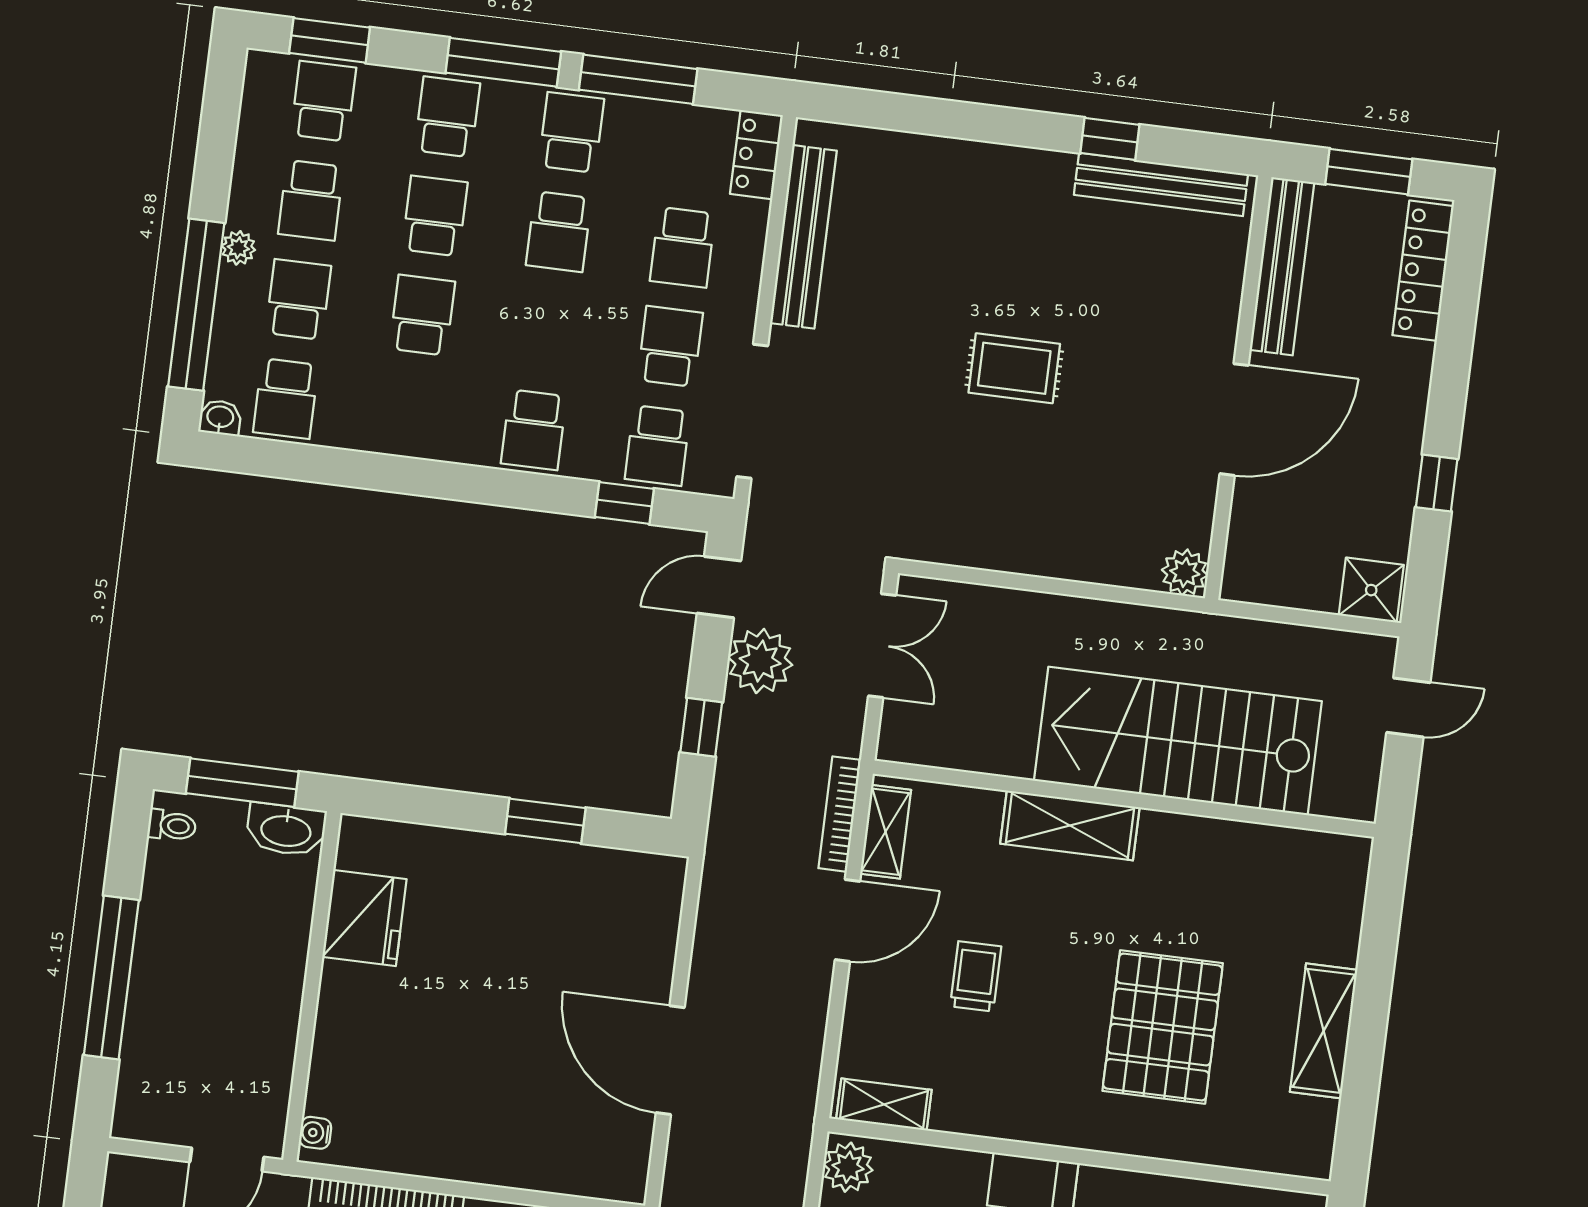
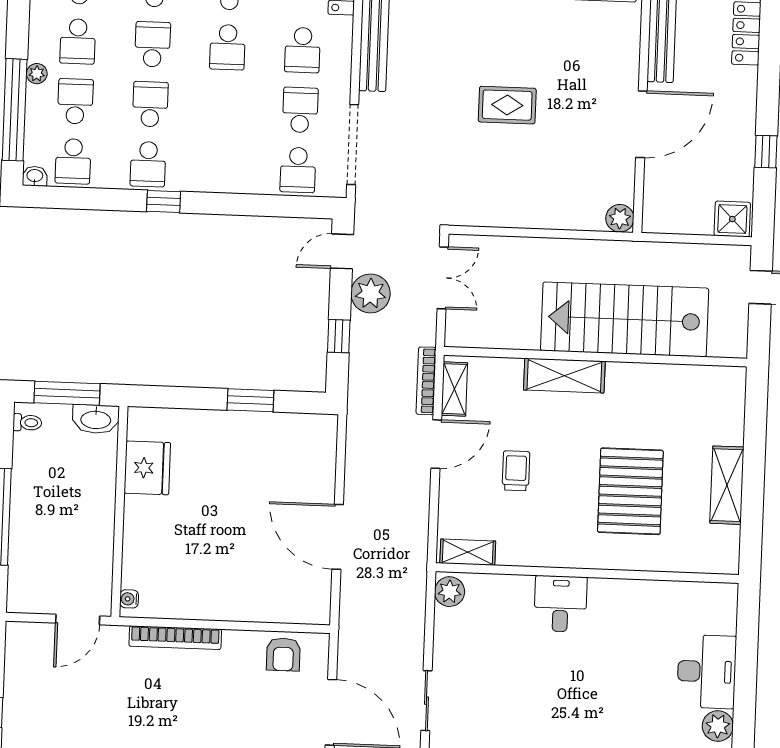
school desk: (534, 430) -> (148, 164), moved
window: (624, 503) -> (164, 201), moved

